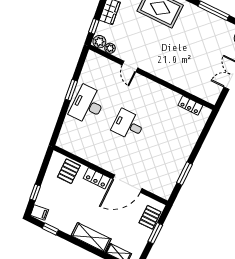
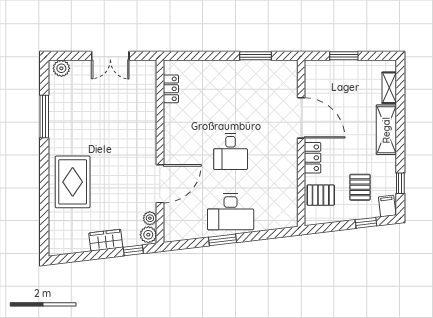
door: (130, 67) -> (160, 184), width x1.87
pallet: (150, 217) -> (360, 187), moved, turned 90

